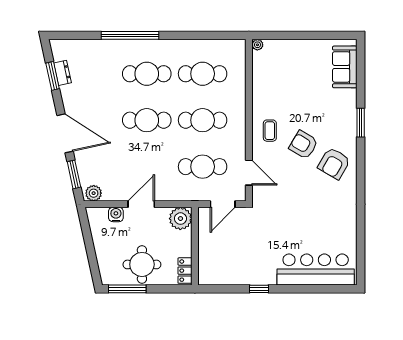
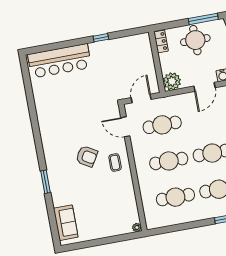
armchair: (334, 163) -> (60, 146), removed

